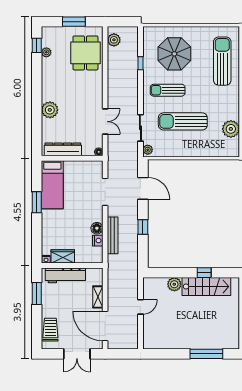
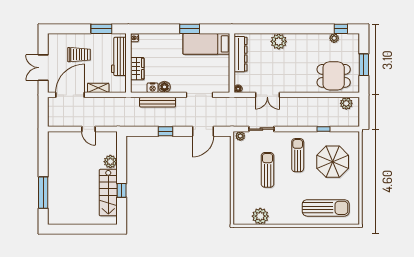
sun lounger: (183, 121) -> (267, 170), width x0.73, depth x0.75
wardrobe: (63, 256) -> (137, 69), moved
trolley: (50, 330) -> (79, 55), moved

